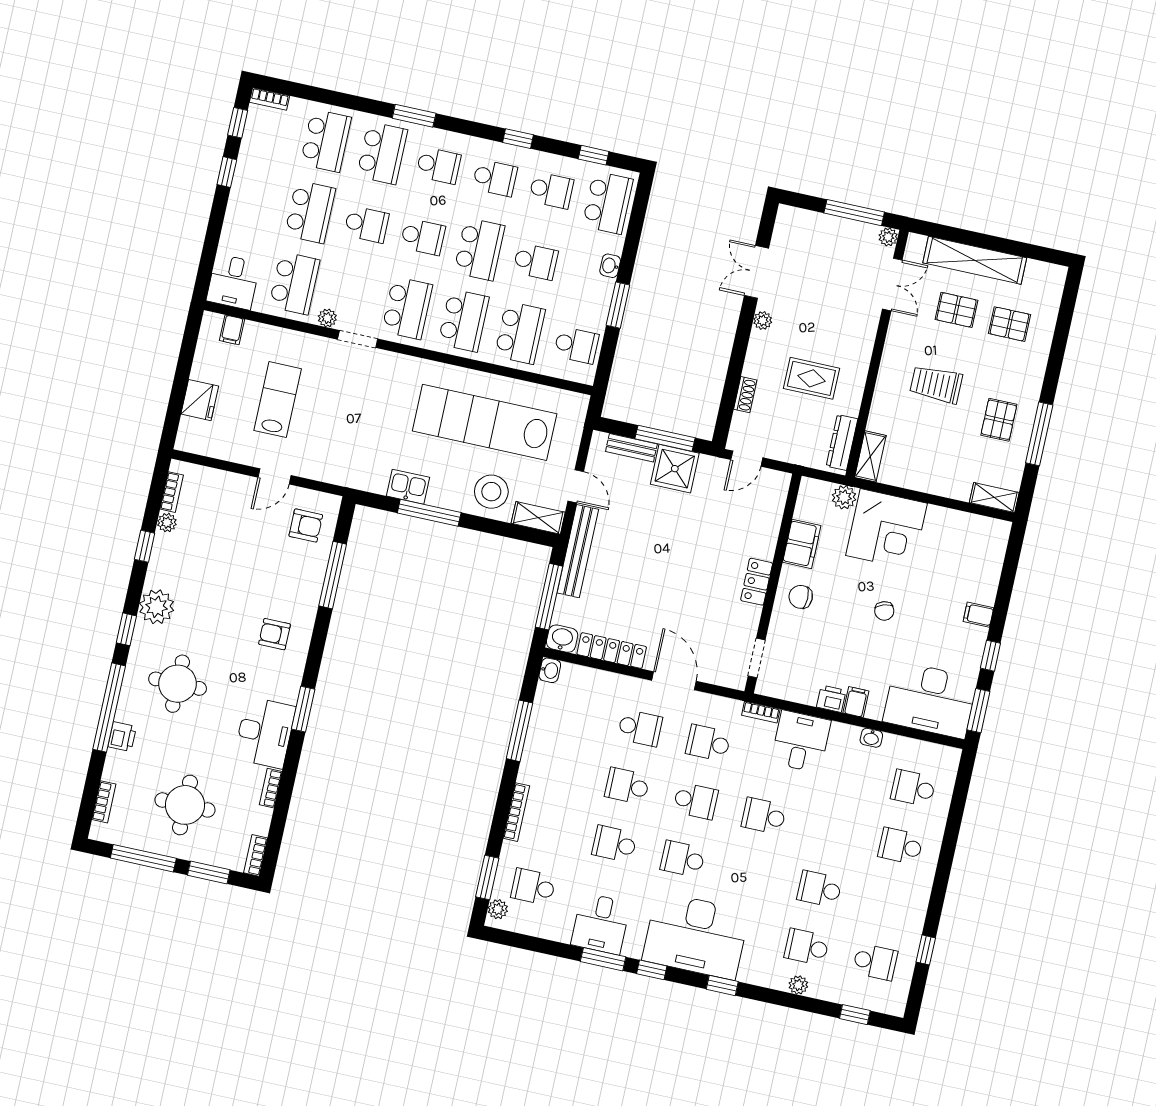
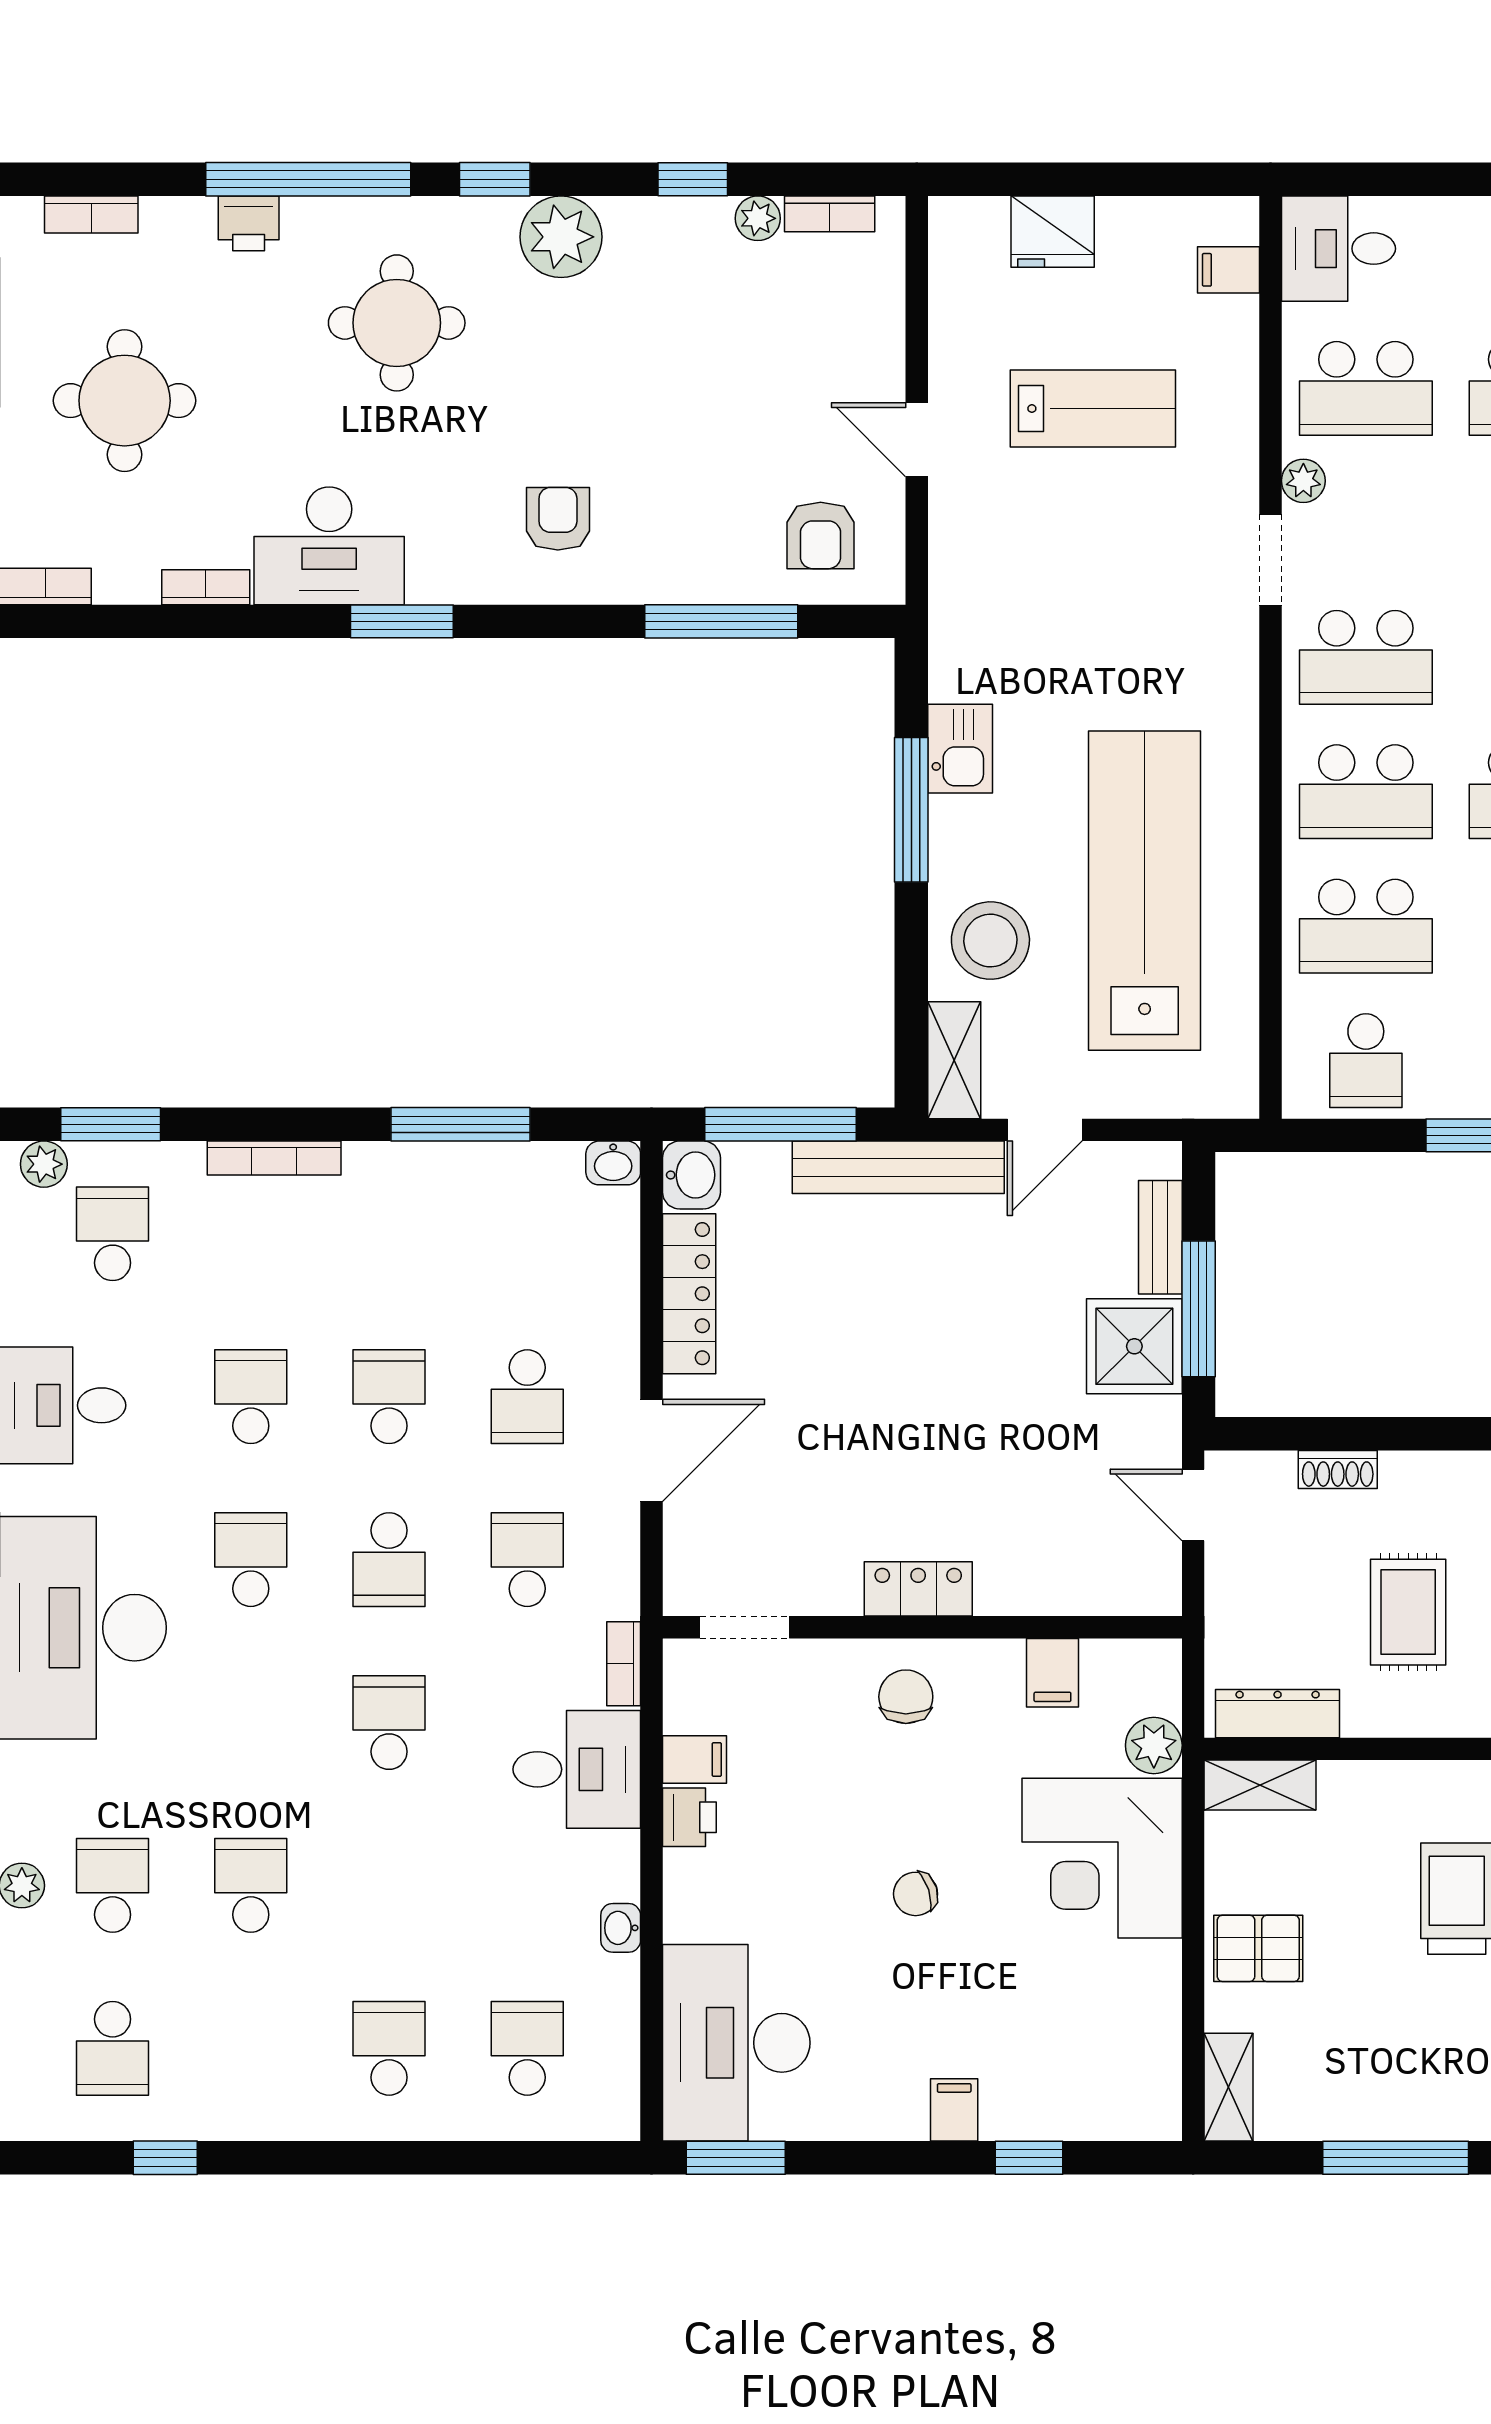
pallet: (999, 420) -> (1258, 1948), moved
filing cabinet: (802, 544) -> (1052, 1673), width x0.50
window: (990, 656) -> (1029, 2158), moved
filing cabinet: (856, 702) -> (694, 1759), moved

